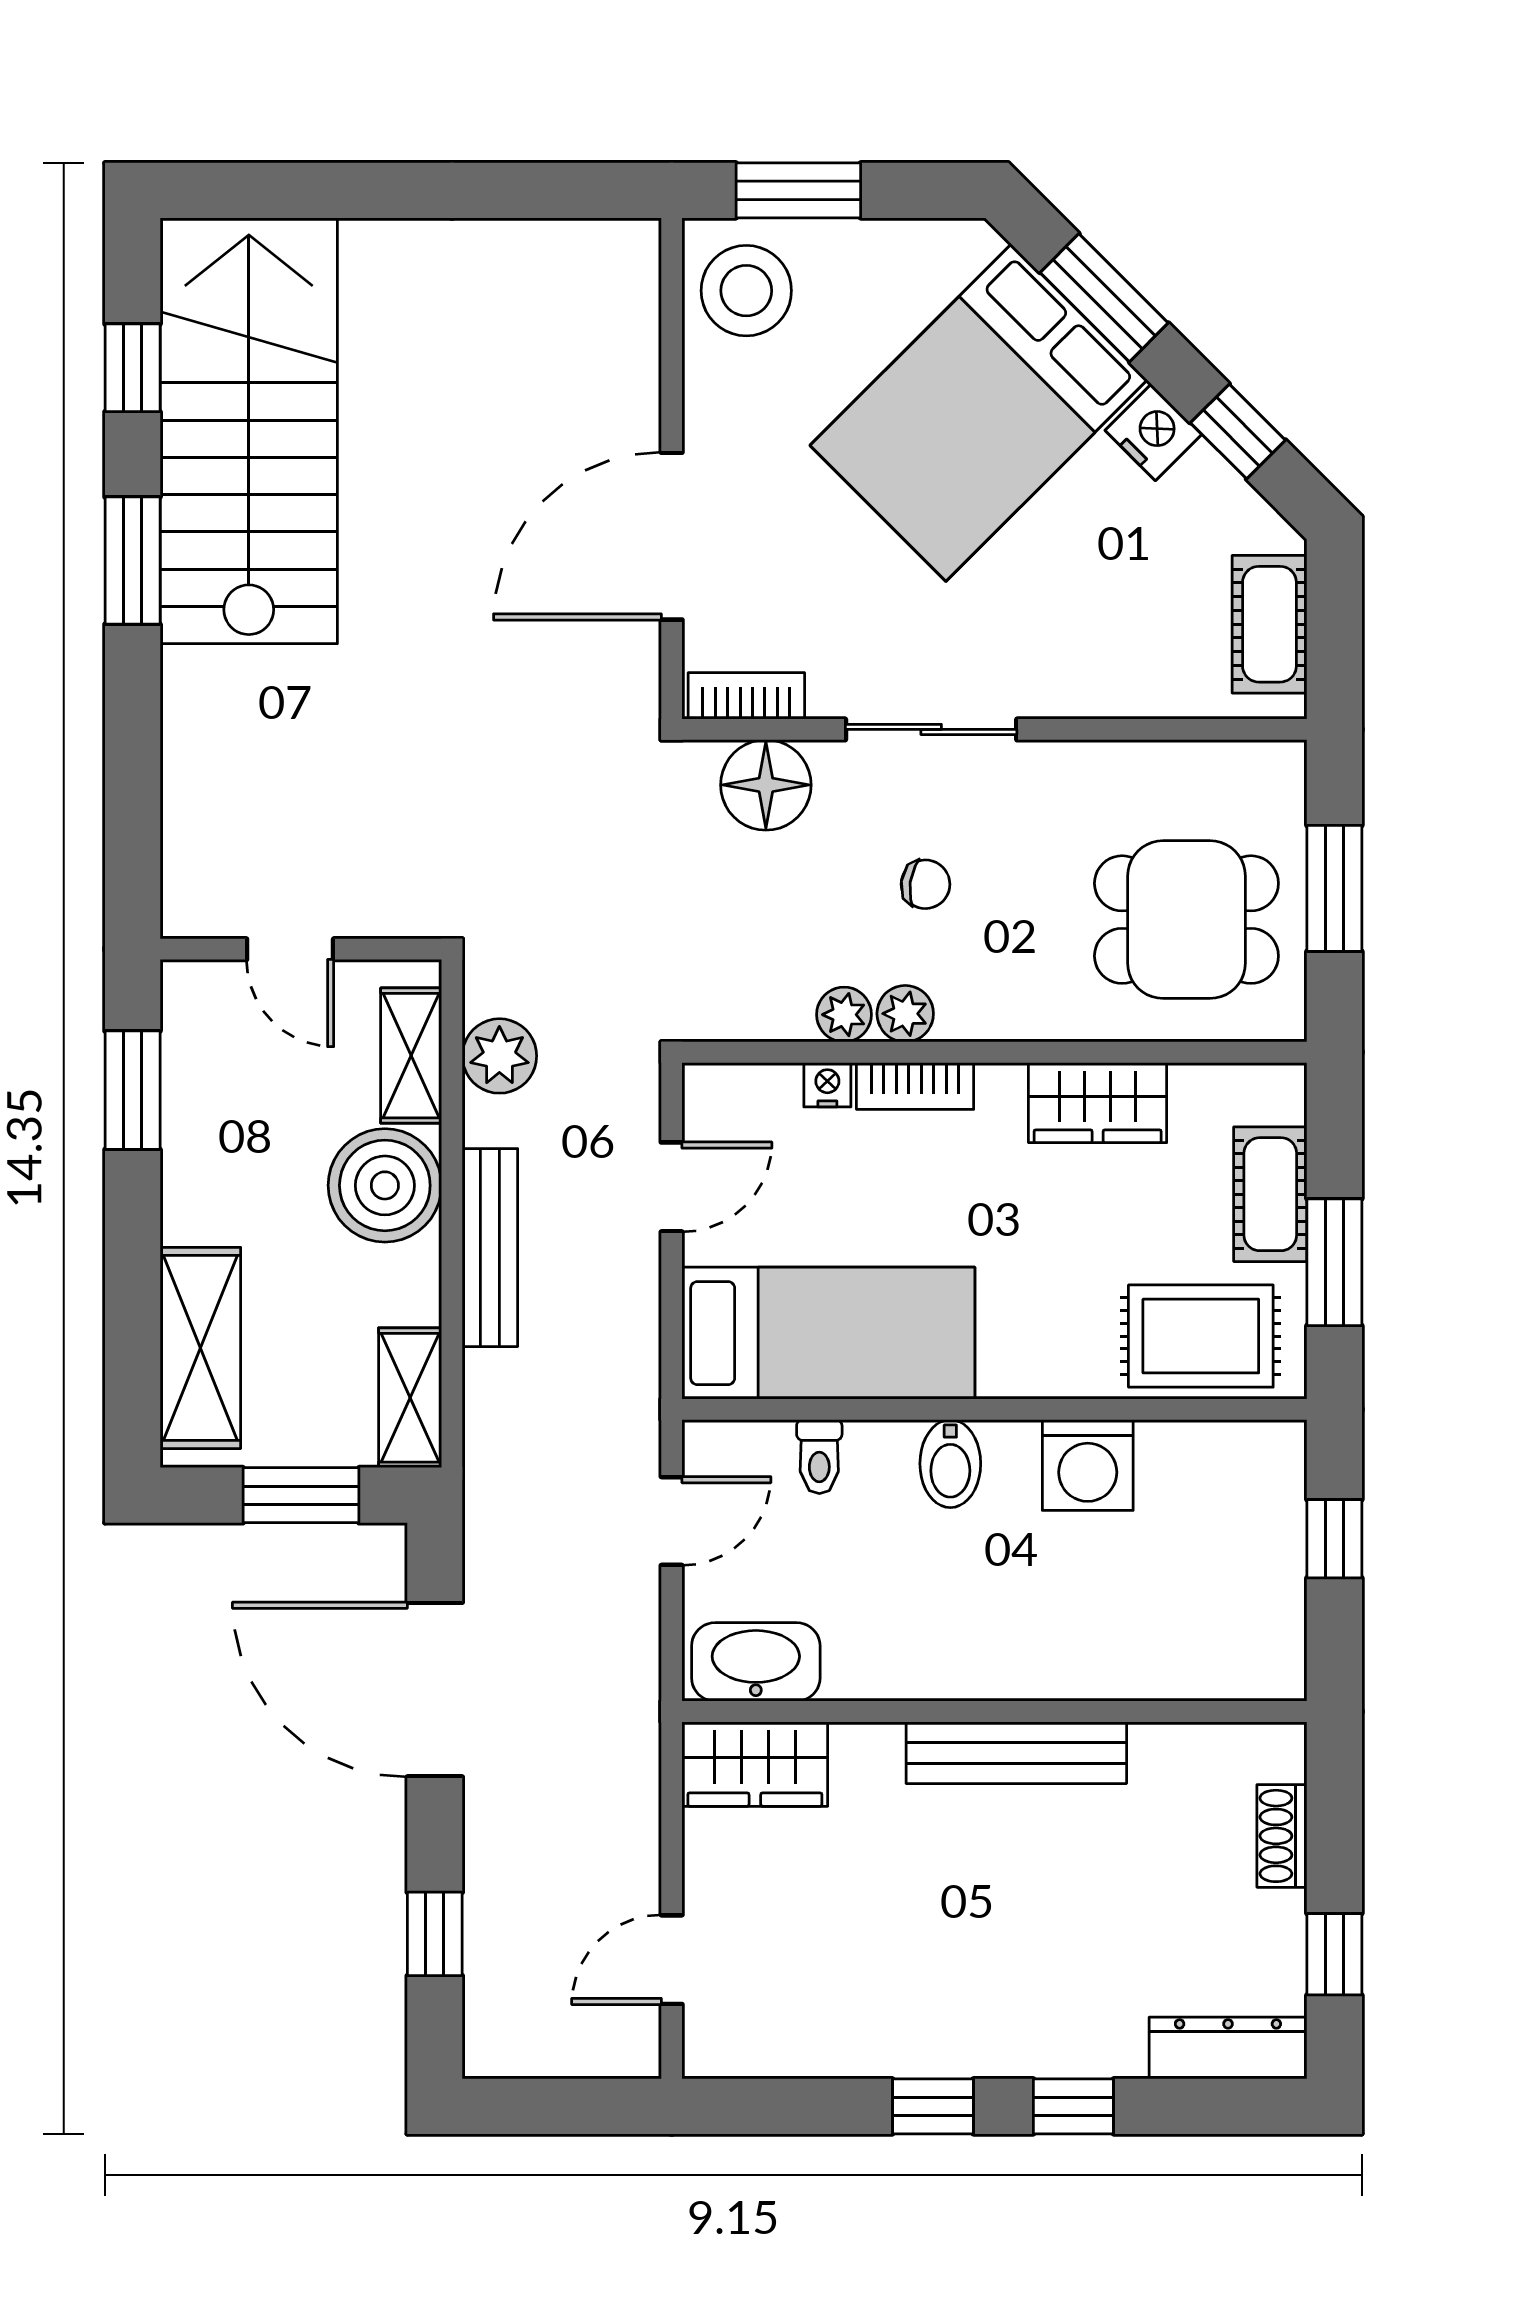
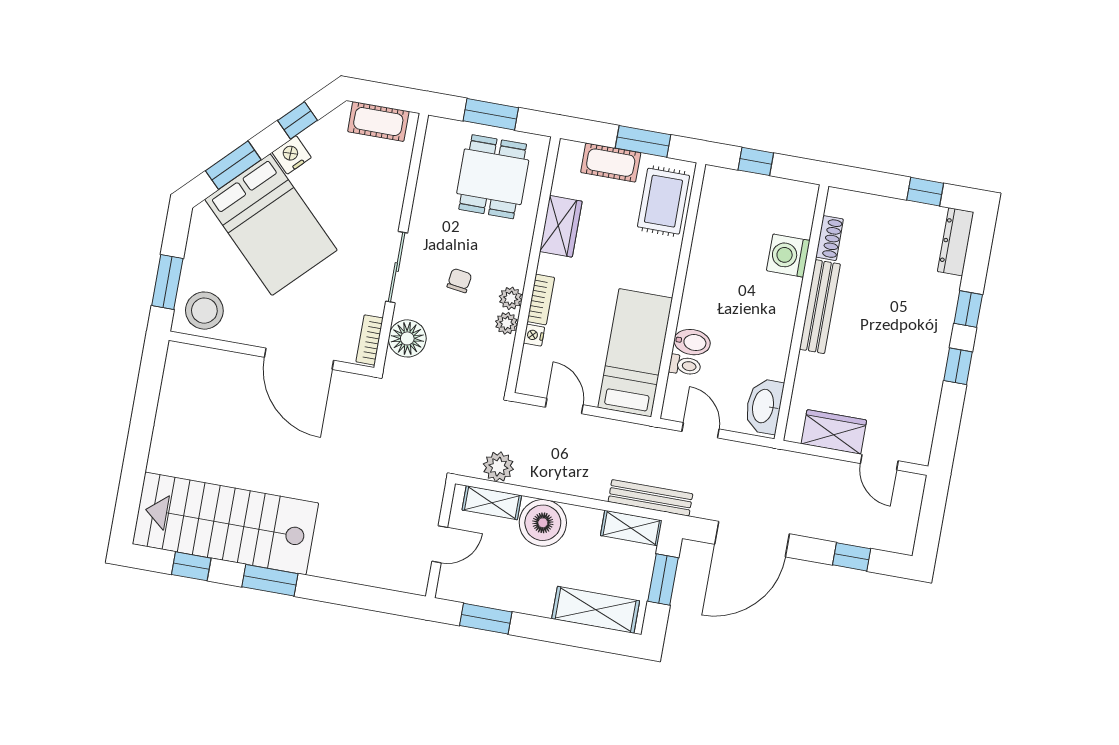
bench: (490, 1248) -> (650, 498), moved
bidet: (950, 1464) -> (692, 342), moved
washing machine: (1088, 1465) -> (788, 256), moved, turned 180
wardrobe: (755, 1764) -> (834, 432), moved, turned -90
shoe rack: (1282, 1836) -> (830, 238), moved, turned -90

